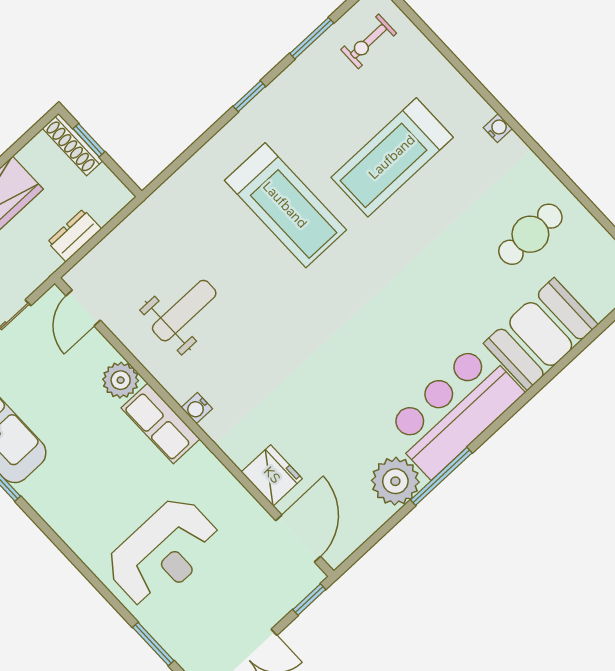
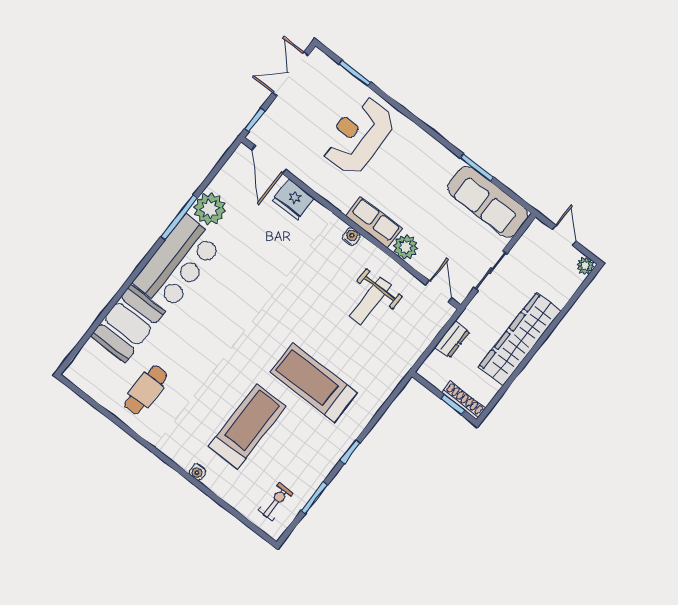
water cooler: (498, 128) -> (198, 472), moved

